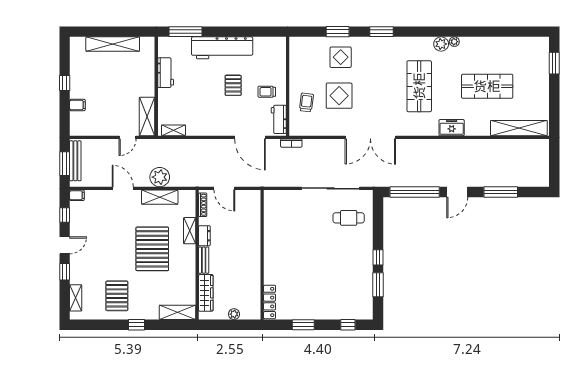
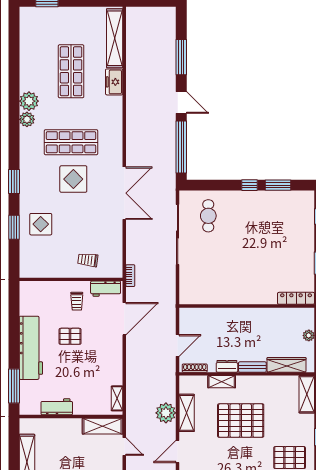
plant: (454, 42) -> (29, 101), width x1.87, depth x1.87
display table: (339, 96) -> (73, 179), moved
freezer: (452, 128) -> (114, 82), moved

